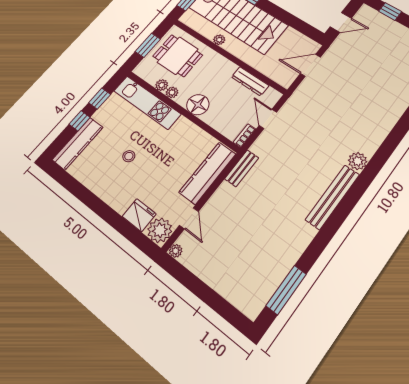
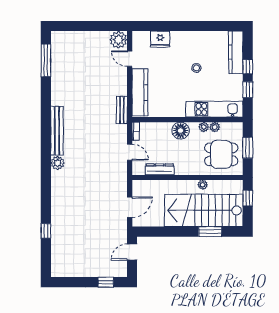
plant: (160, 230) -> (141, 40), removed
plant: (176, 251) -> (118, 40), width x1.88, depth x1.88

